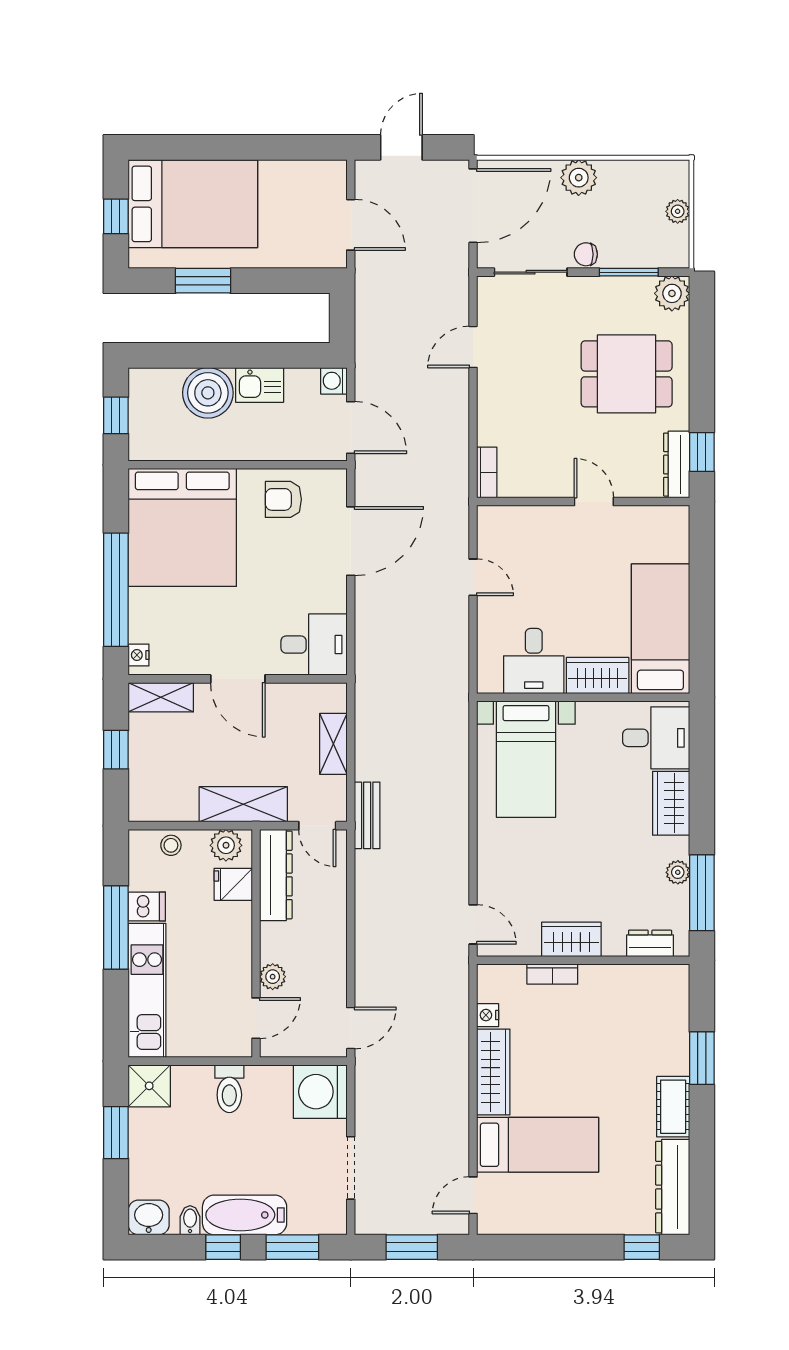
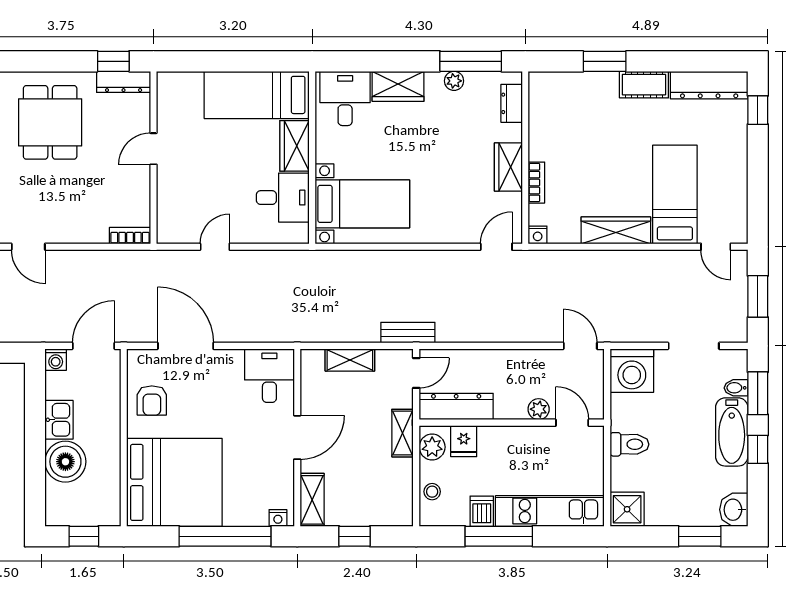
shelving: (243, 804) -> (403, 433), width x0.67, depth x0.75
nightstand: (488, 1015) -> (538, 235), moved
window: (116, 1133) -> (700, 536), moved
bidet: (190, 1220) -> (736, 388), moved

